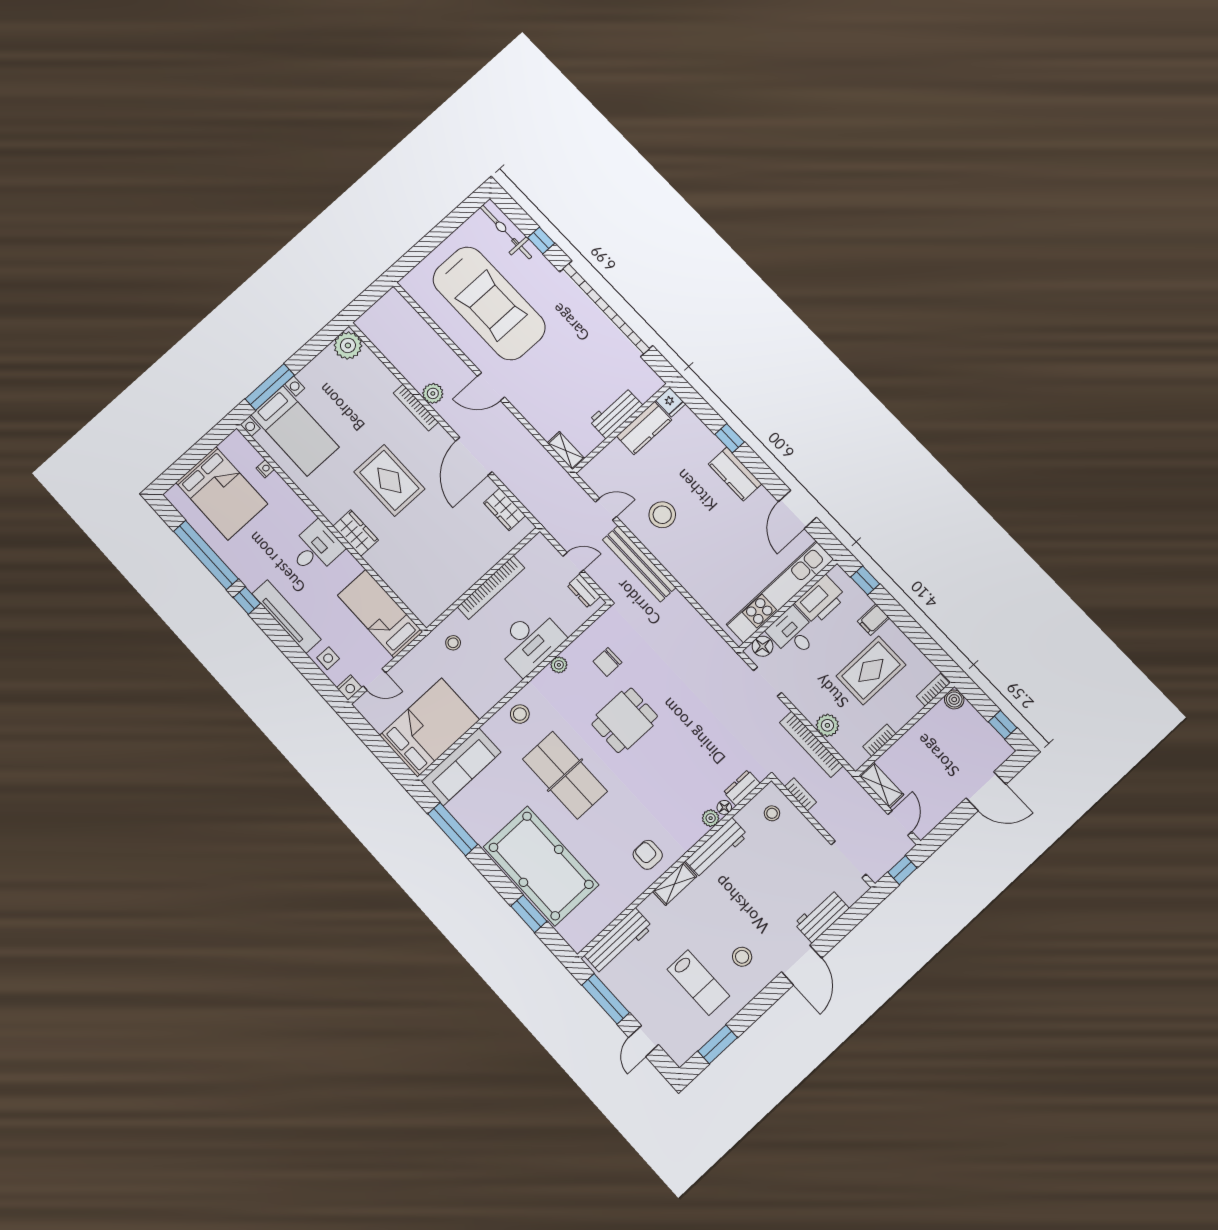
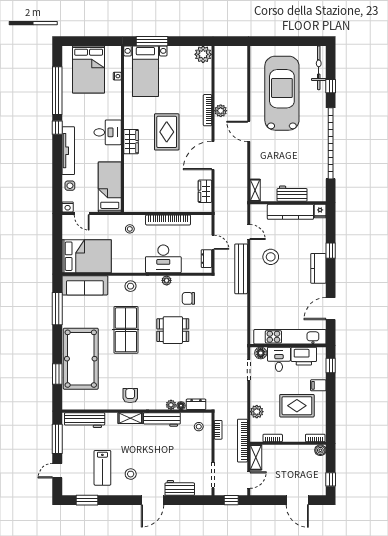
car: (489, 303) -> (282, 93), turned 180
kitchen counter: (644, 428) -> (290, 212), width x1.50
bookcase: (811, 744) -> (242, 441), moved

